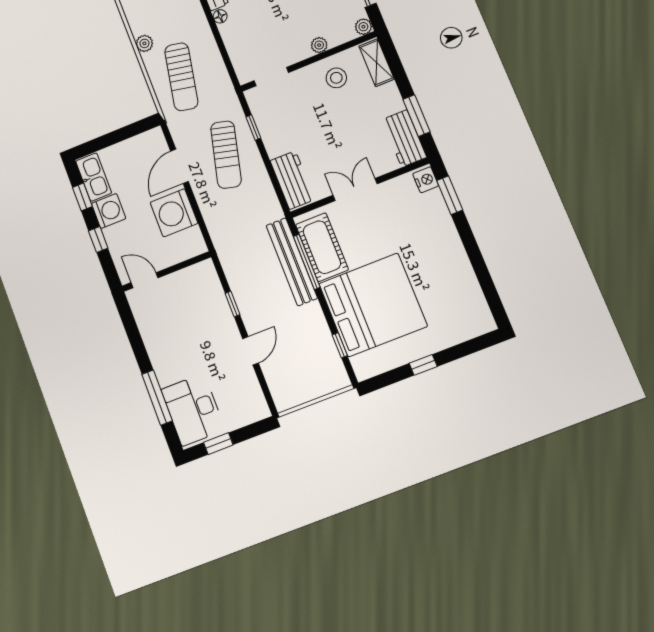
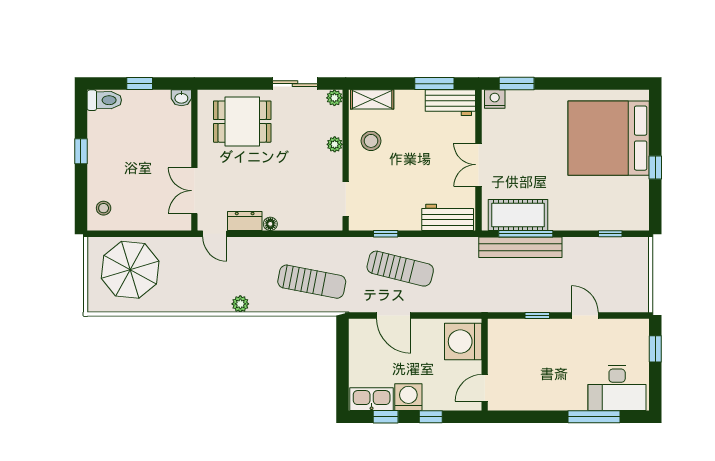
plant: (144, 43) -> (240, 304), moved
washing machine: (174, 213) -> (463, 342), moved, turned 90
bed: (373, 305) -> (609, 138), moved, turned -90
window: (218, 444) -> (655, 349), moved

